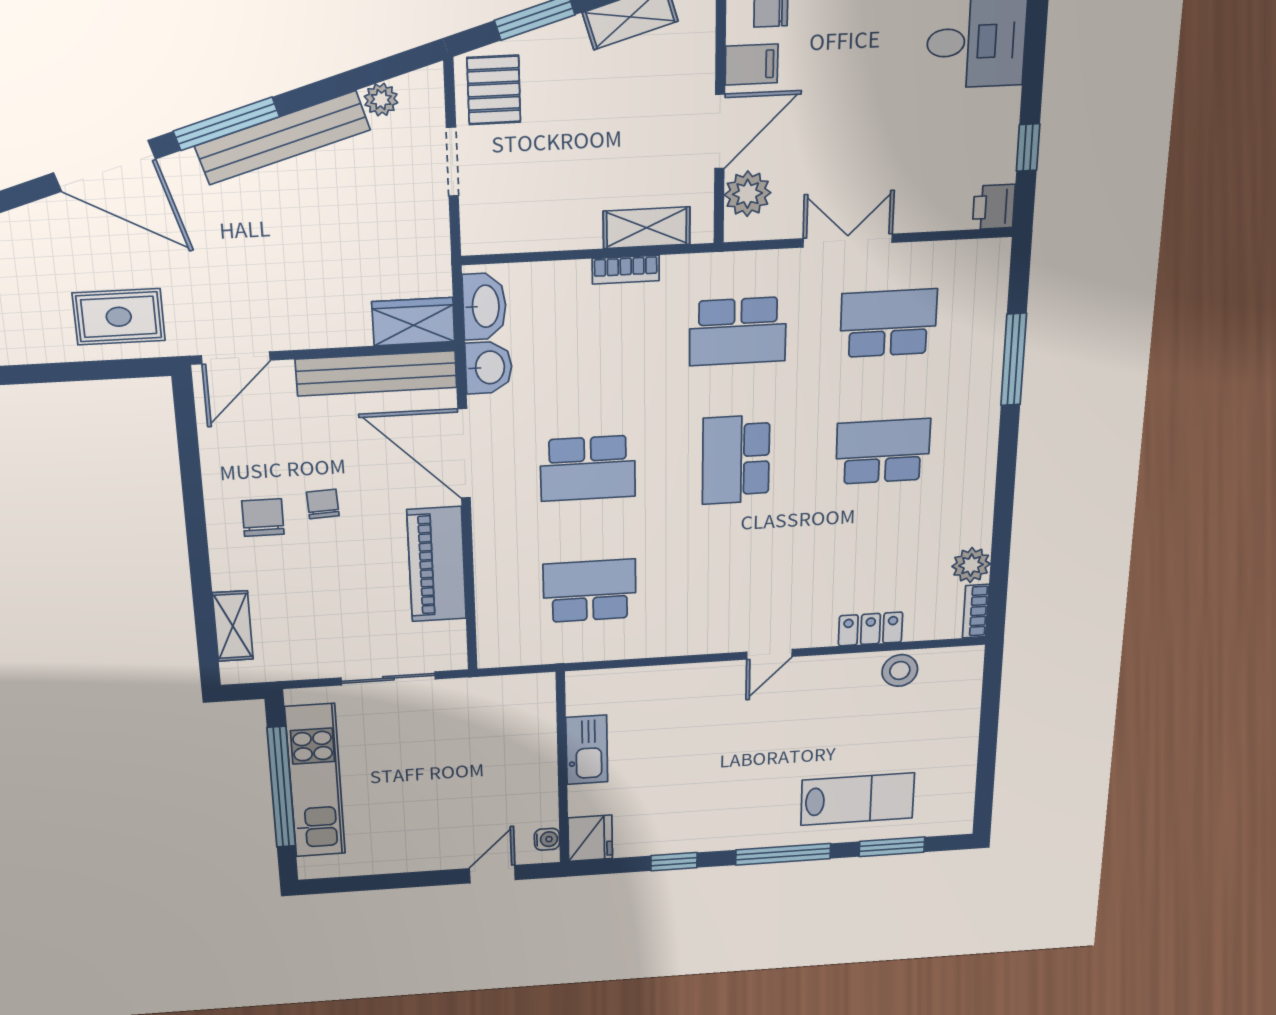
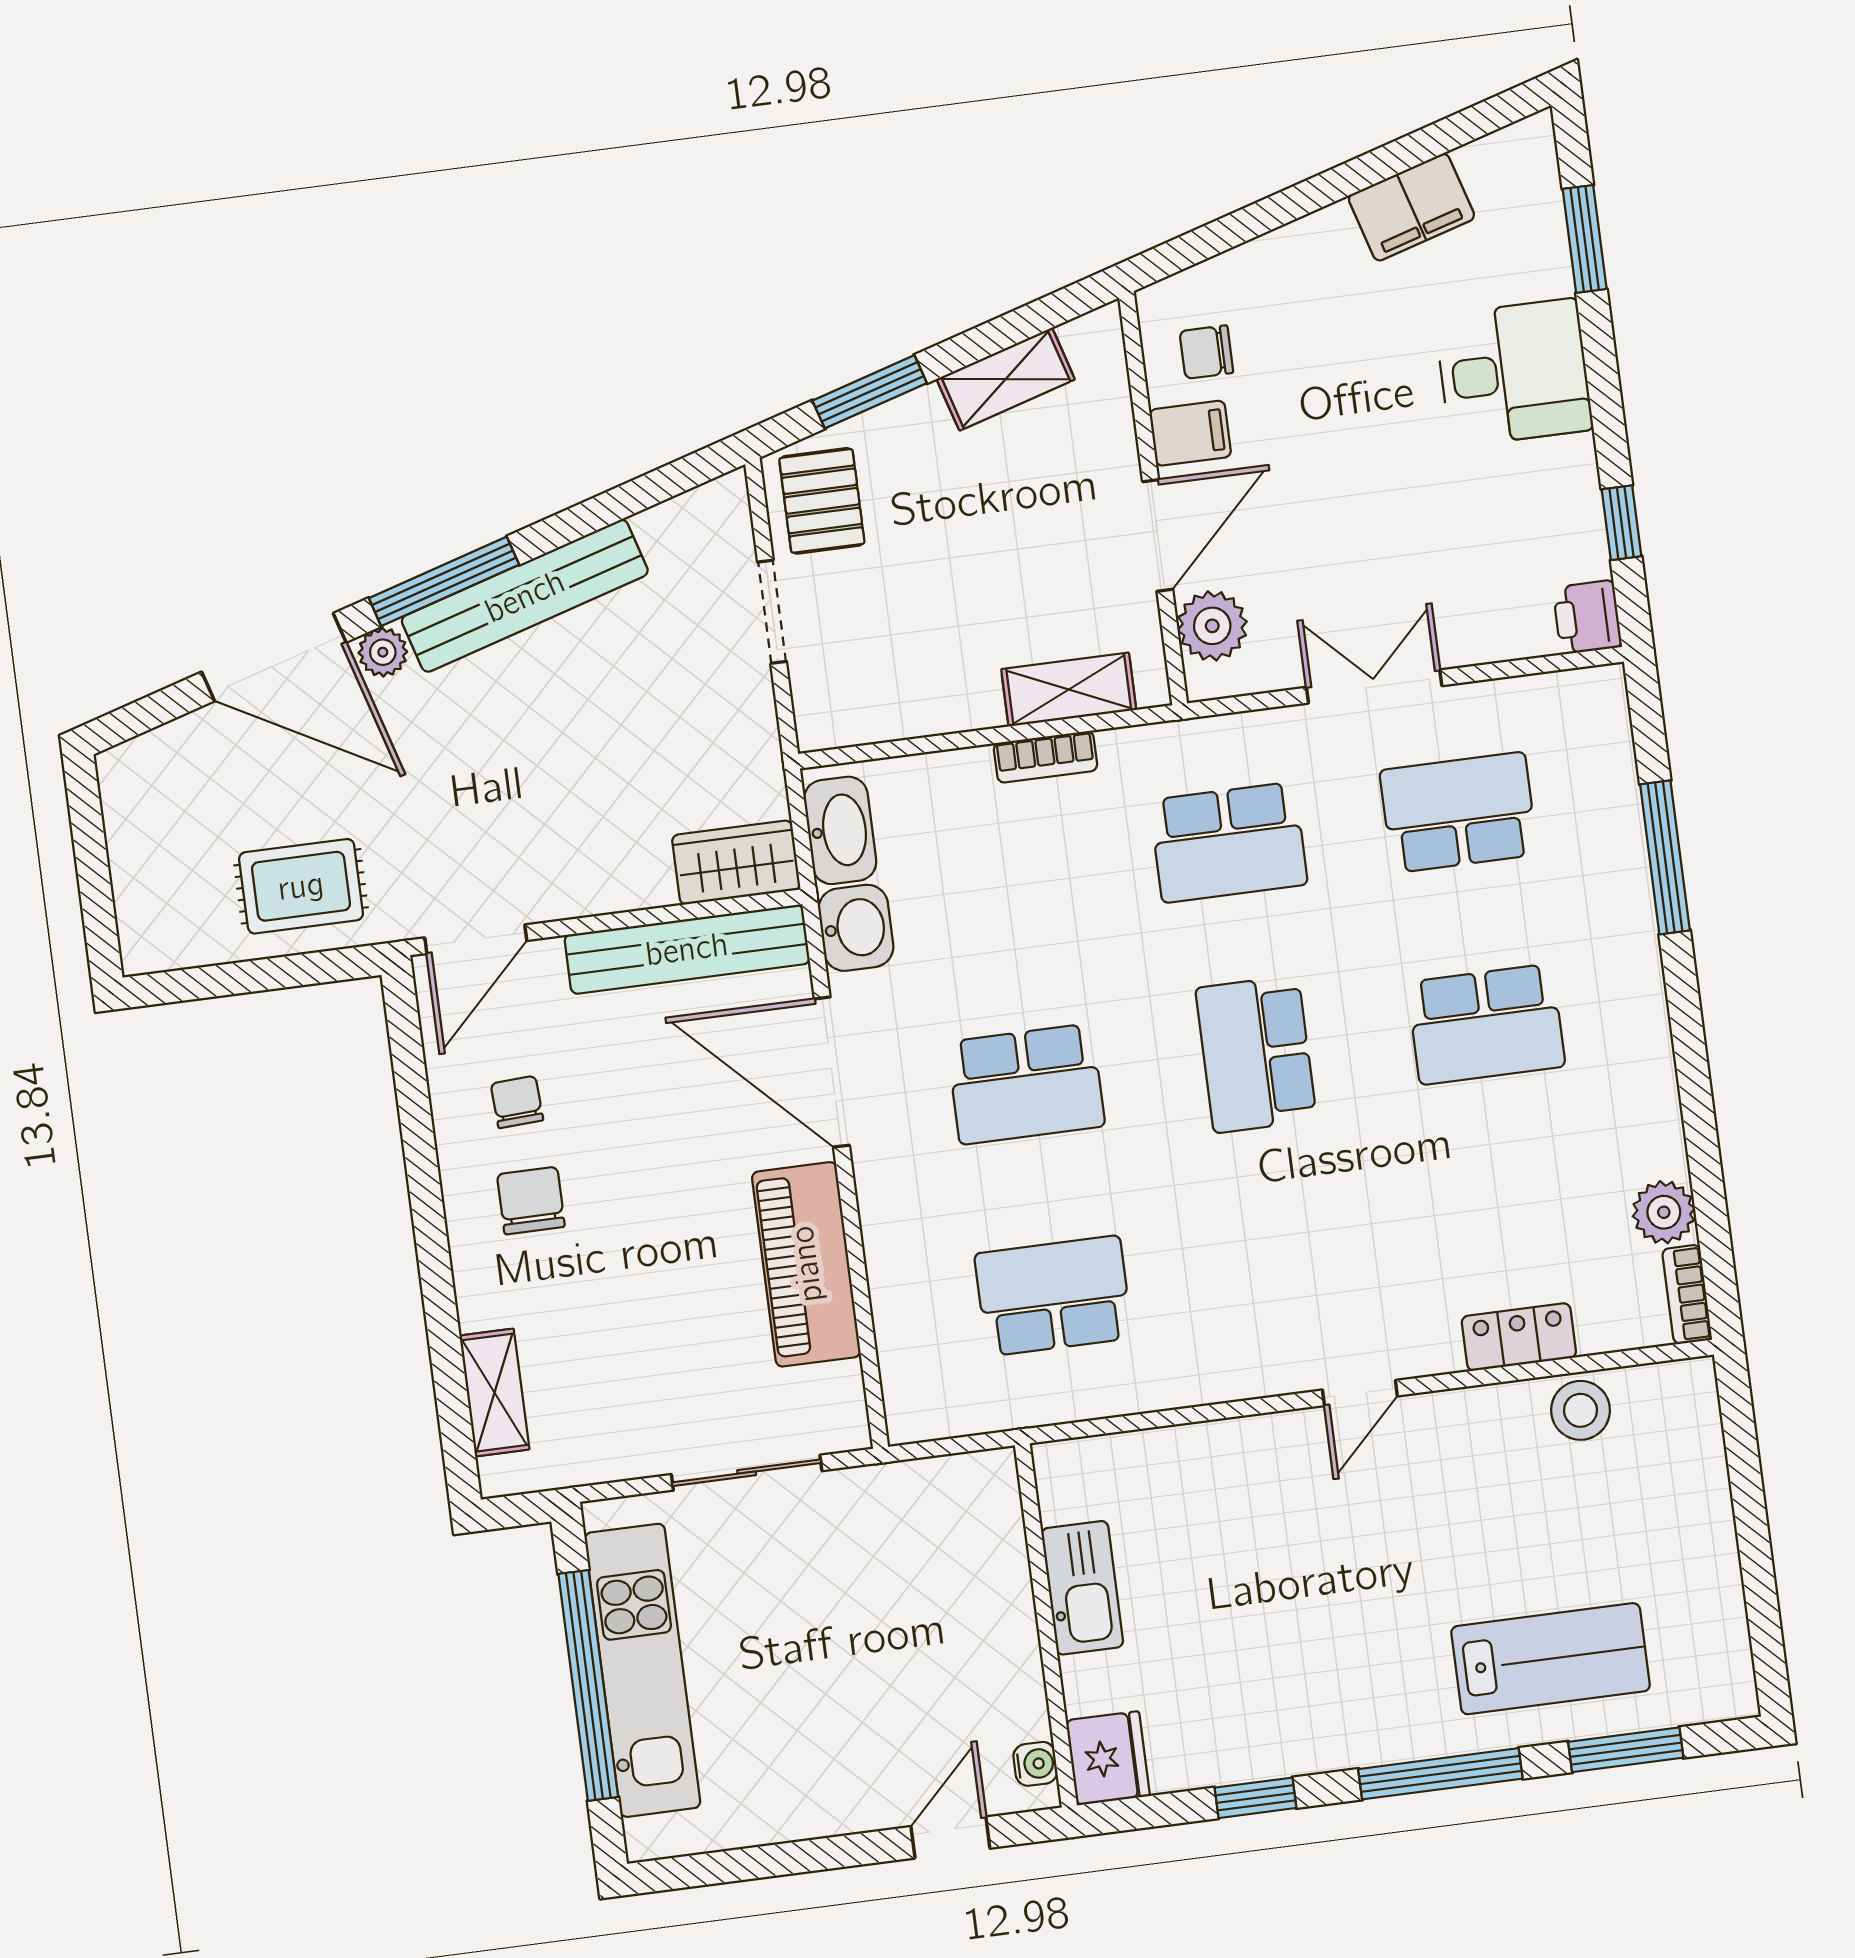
plant: (381, 100) -> (383, 652), moved
school desk: (883, 451) -> (1486, 1024), turned 180
chair: (323, 504) -> (517, 1102), moved

